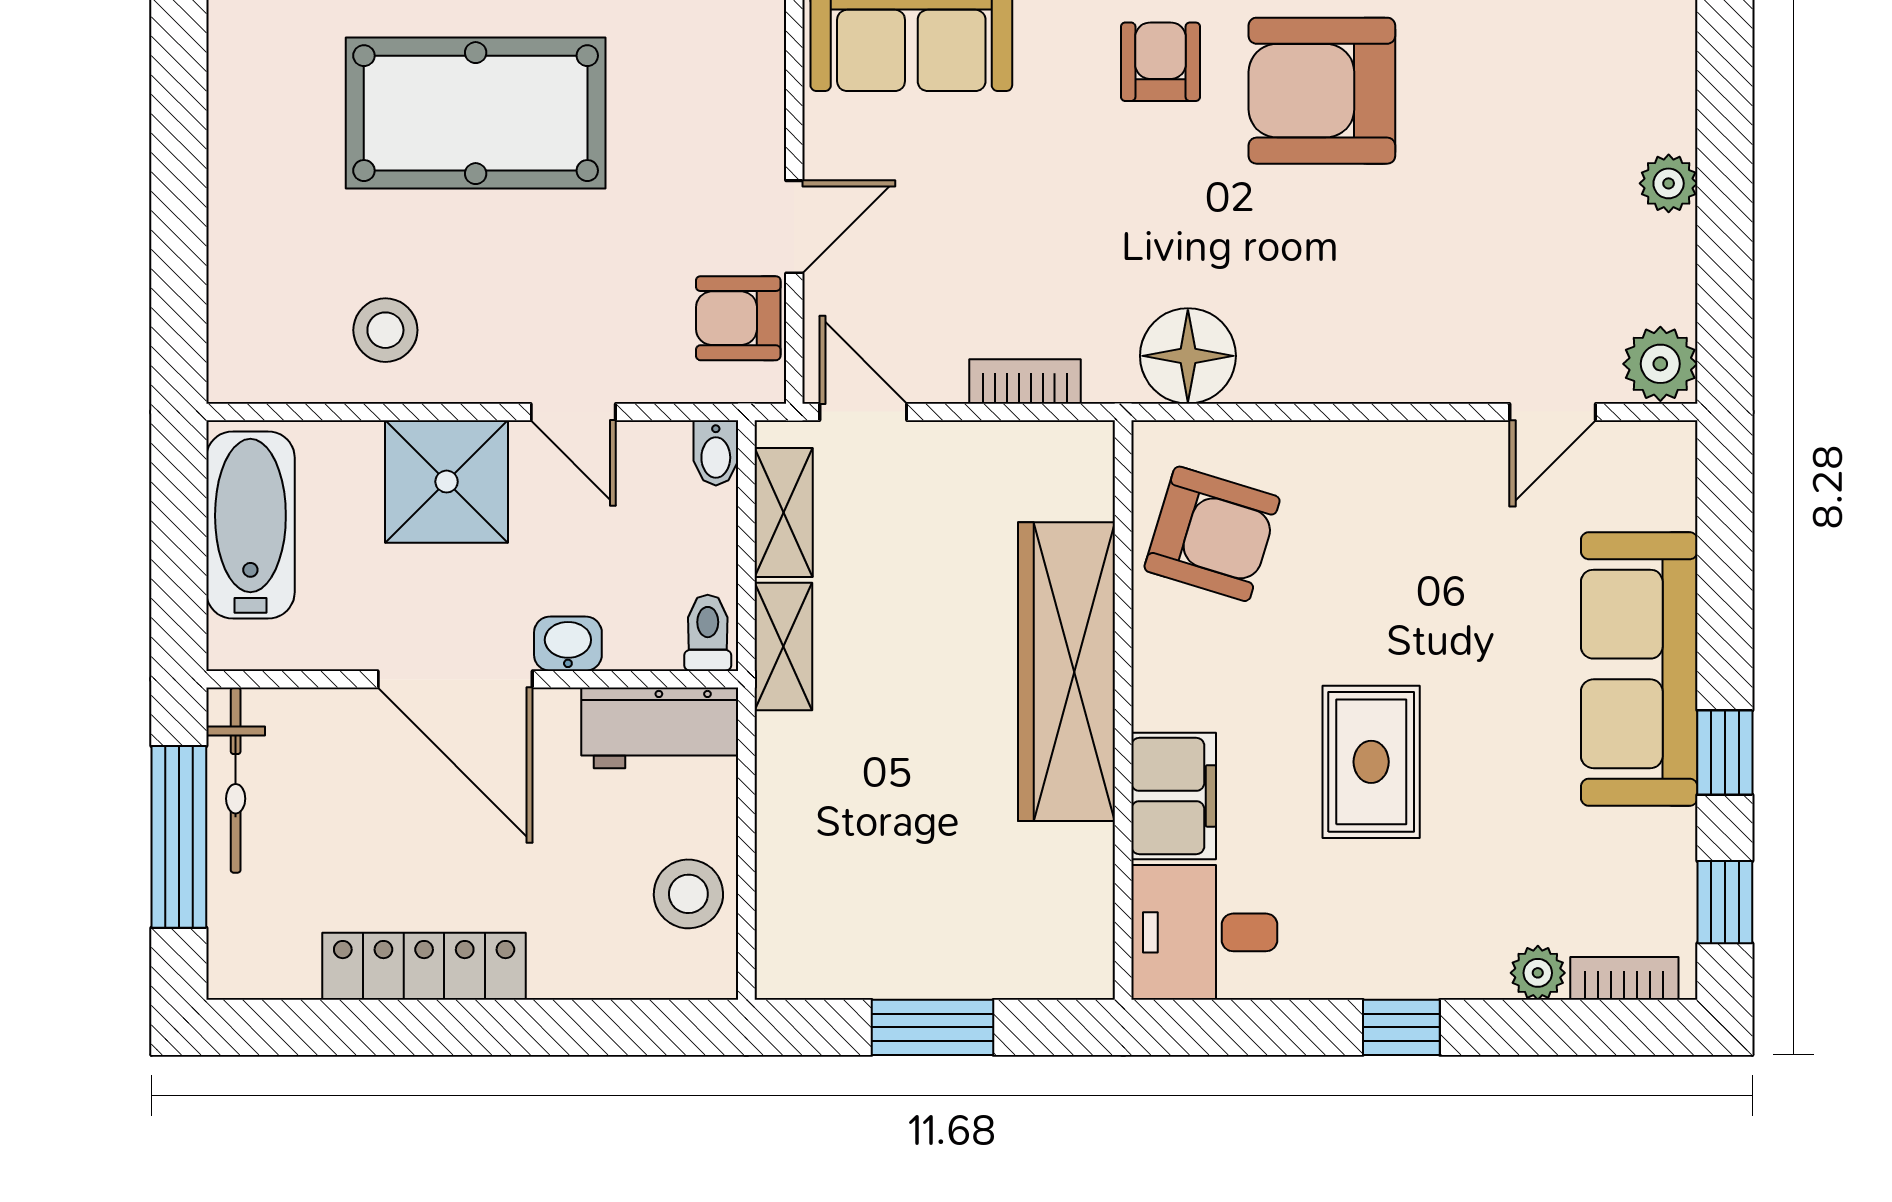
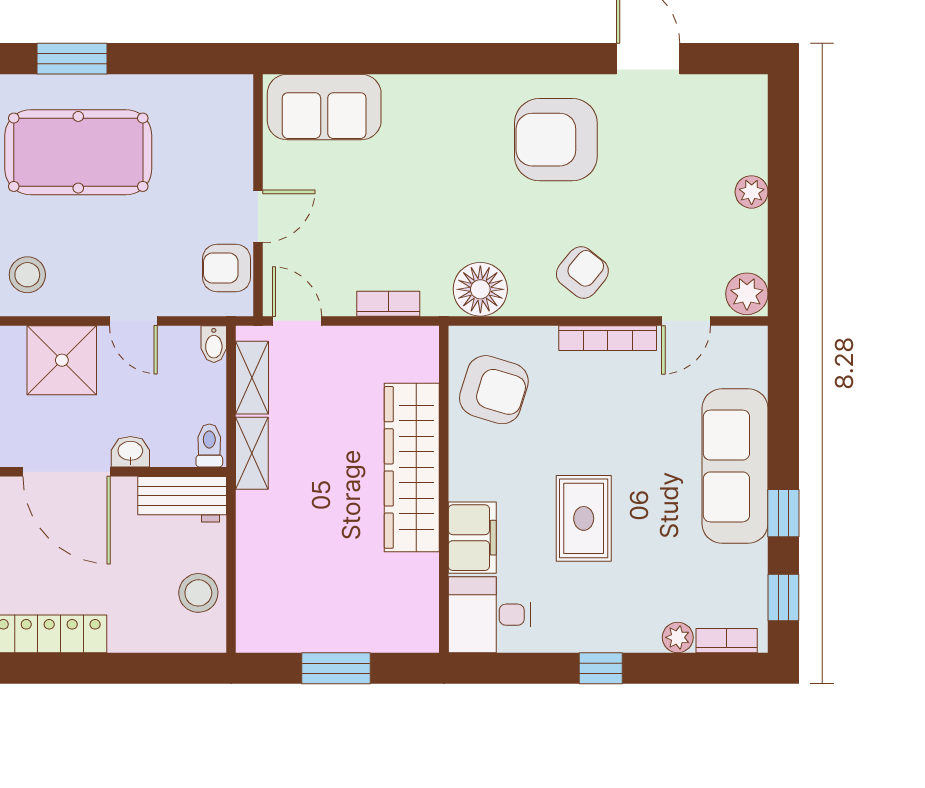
armchair: (1160, 62) -> (582, 272), moved, turned 39
bookcase: (1414, 442) -> (608, 338), added

